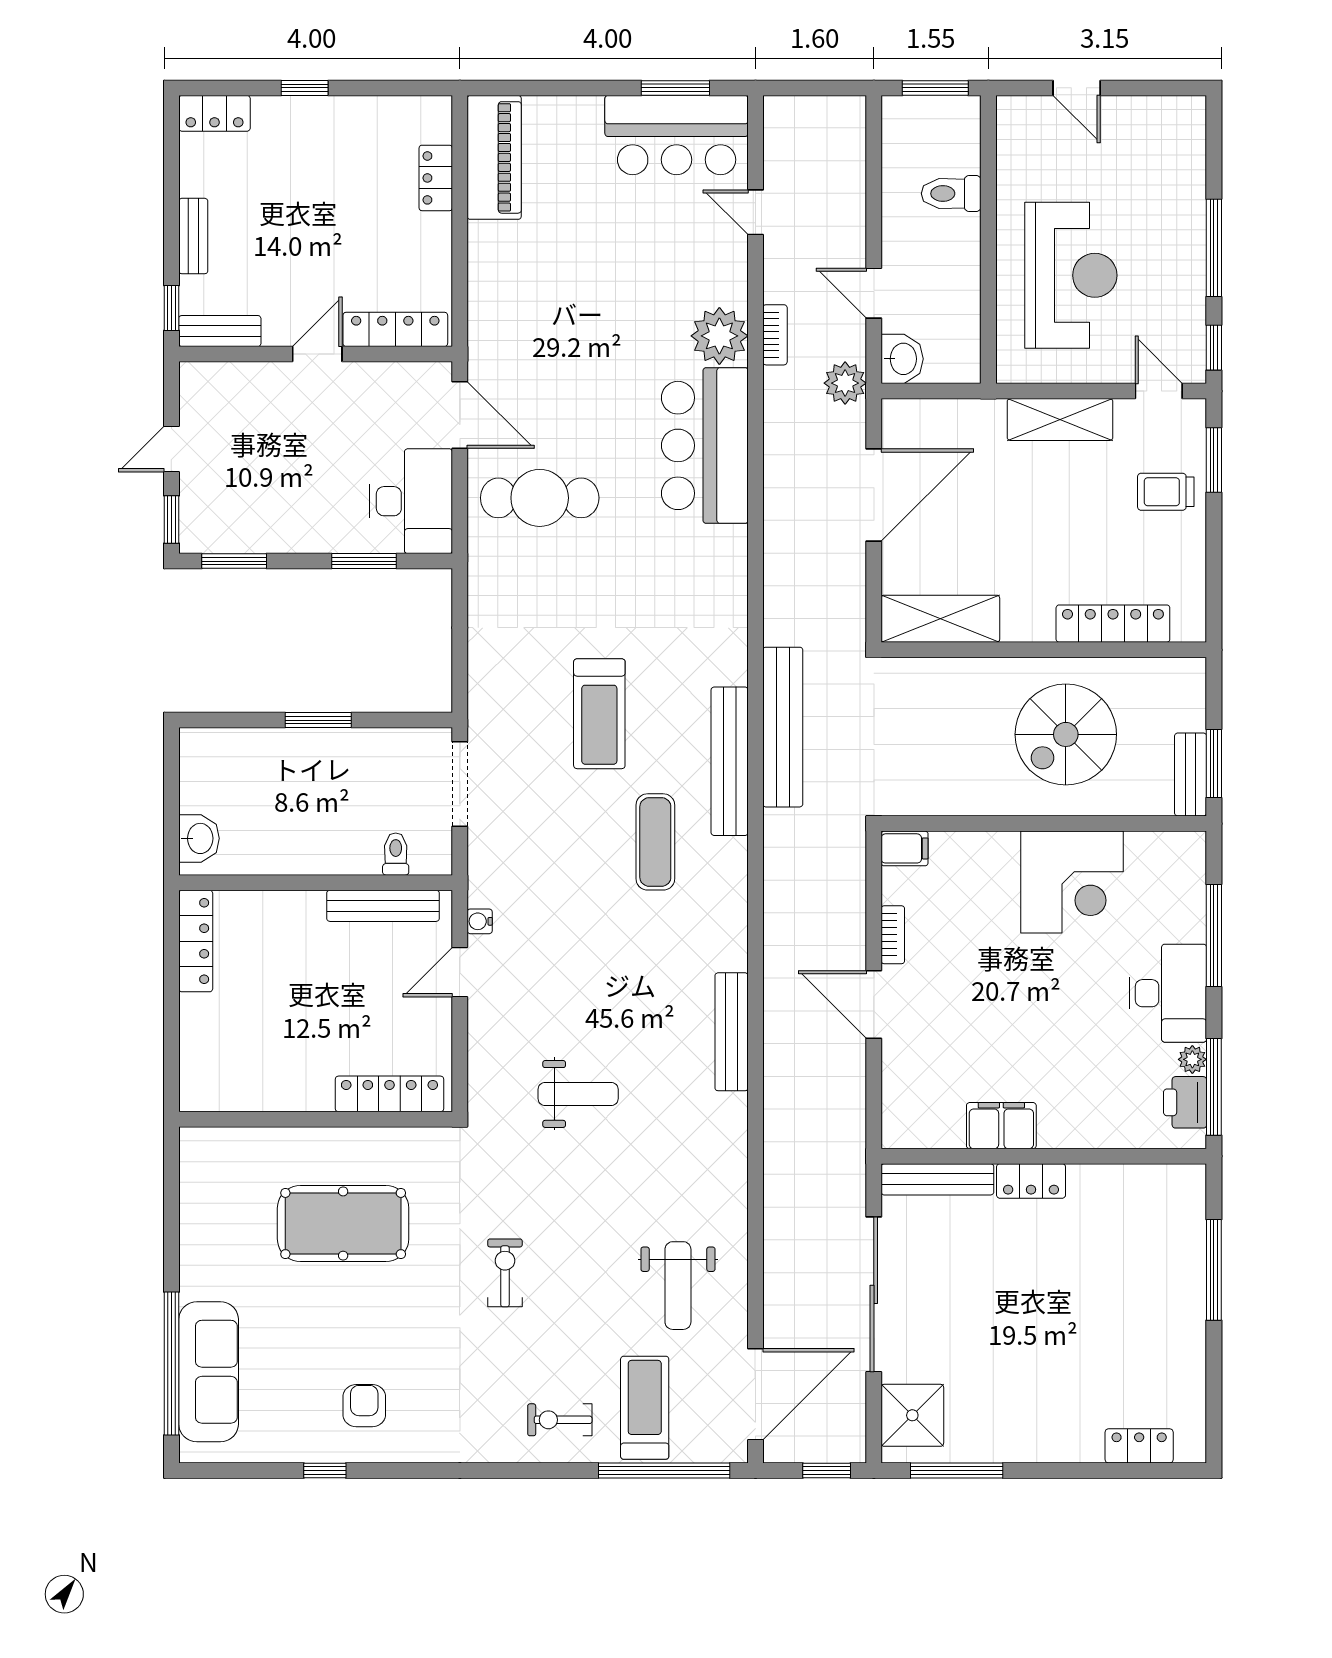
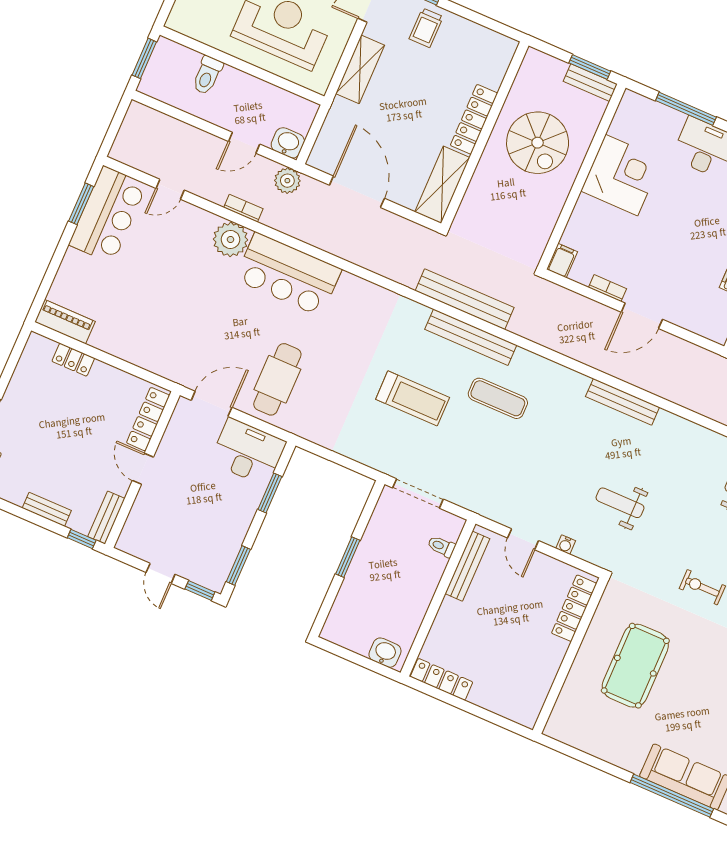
piano: (494, 157) -> (65, 322), width x0.73, depth x0.75
locker: (1113, 624) -> (474, 119), moved
water cooler: (480, 921) -> (566, 545), moved
weight bench: (578, 1094) -> (620, 503), turned -90

